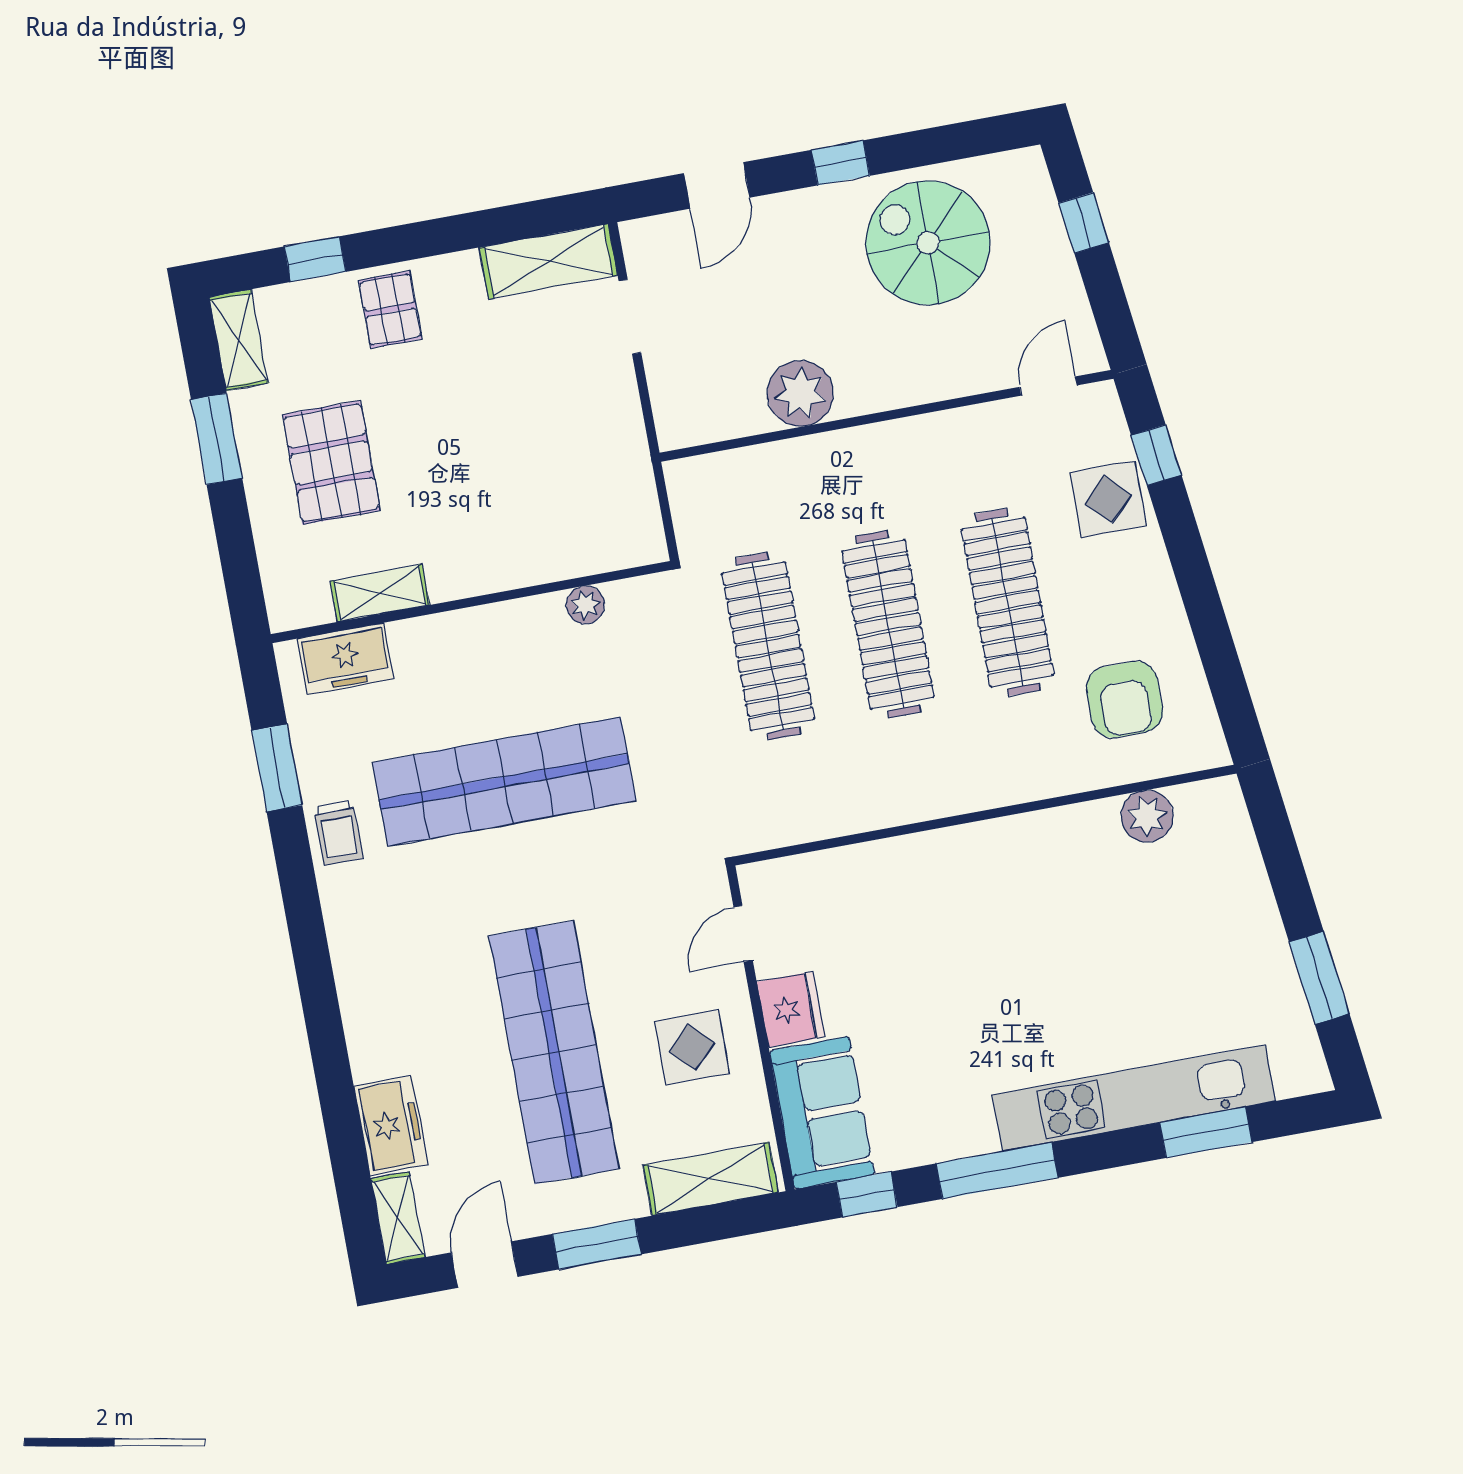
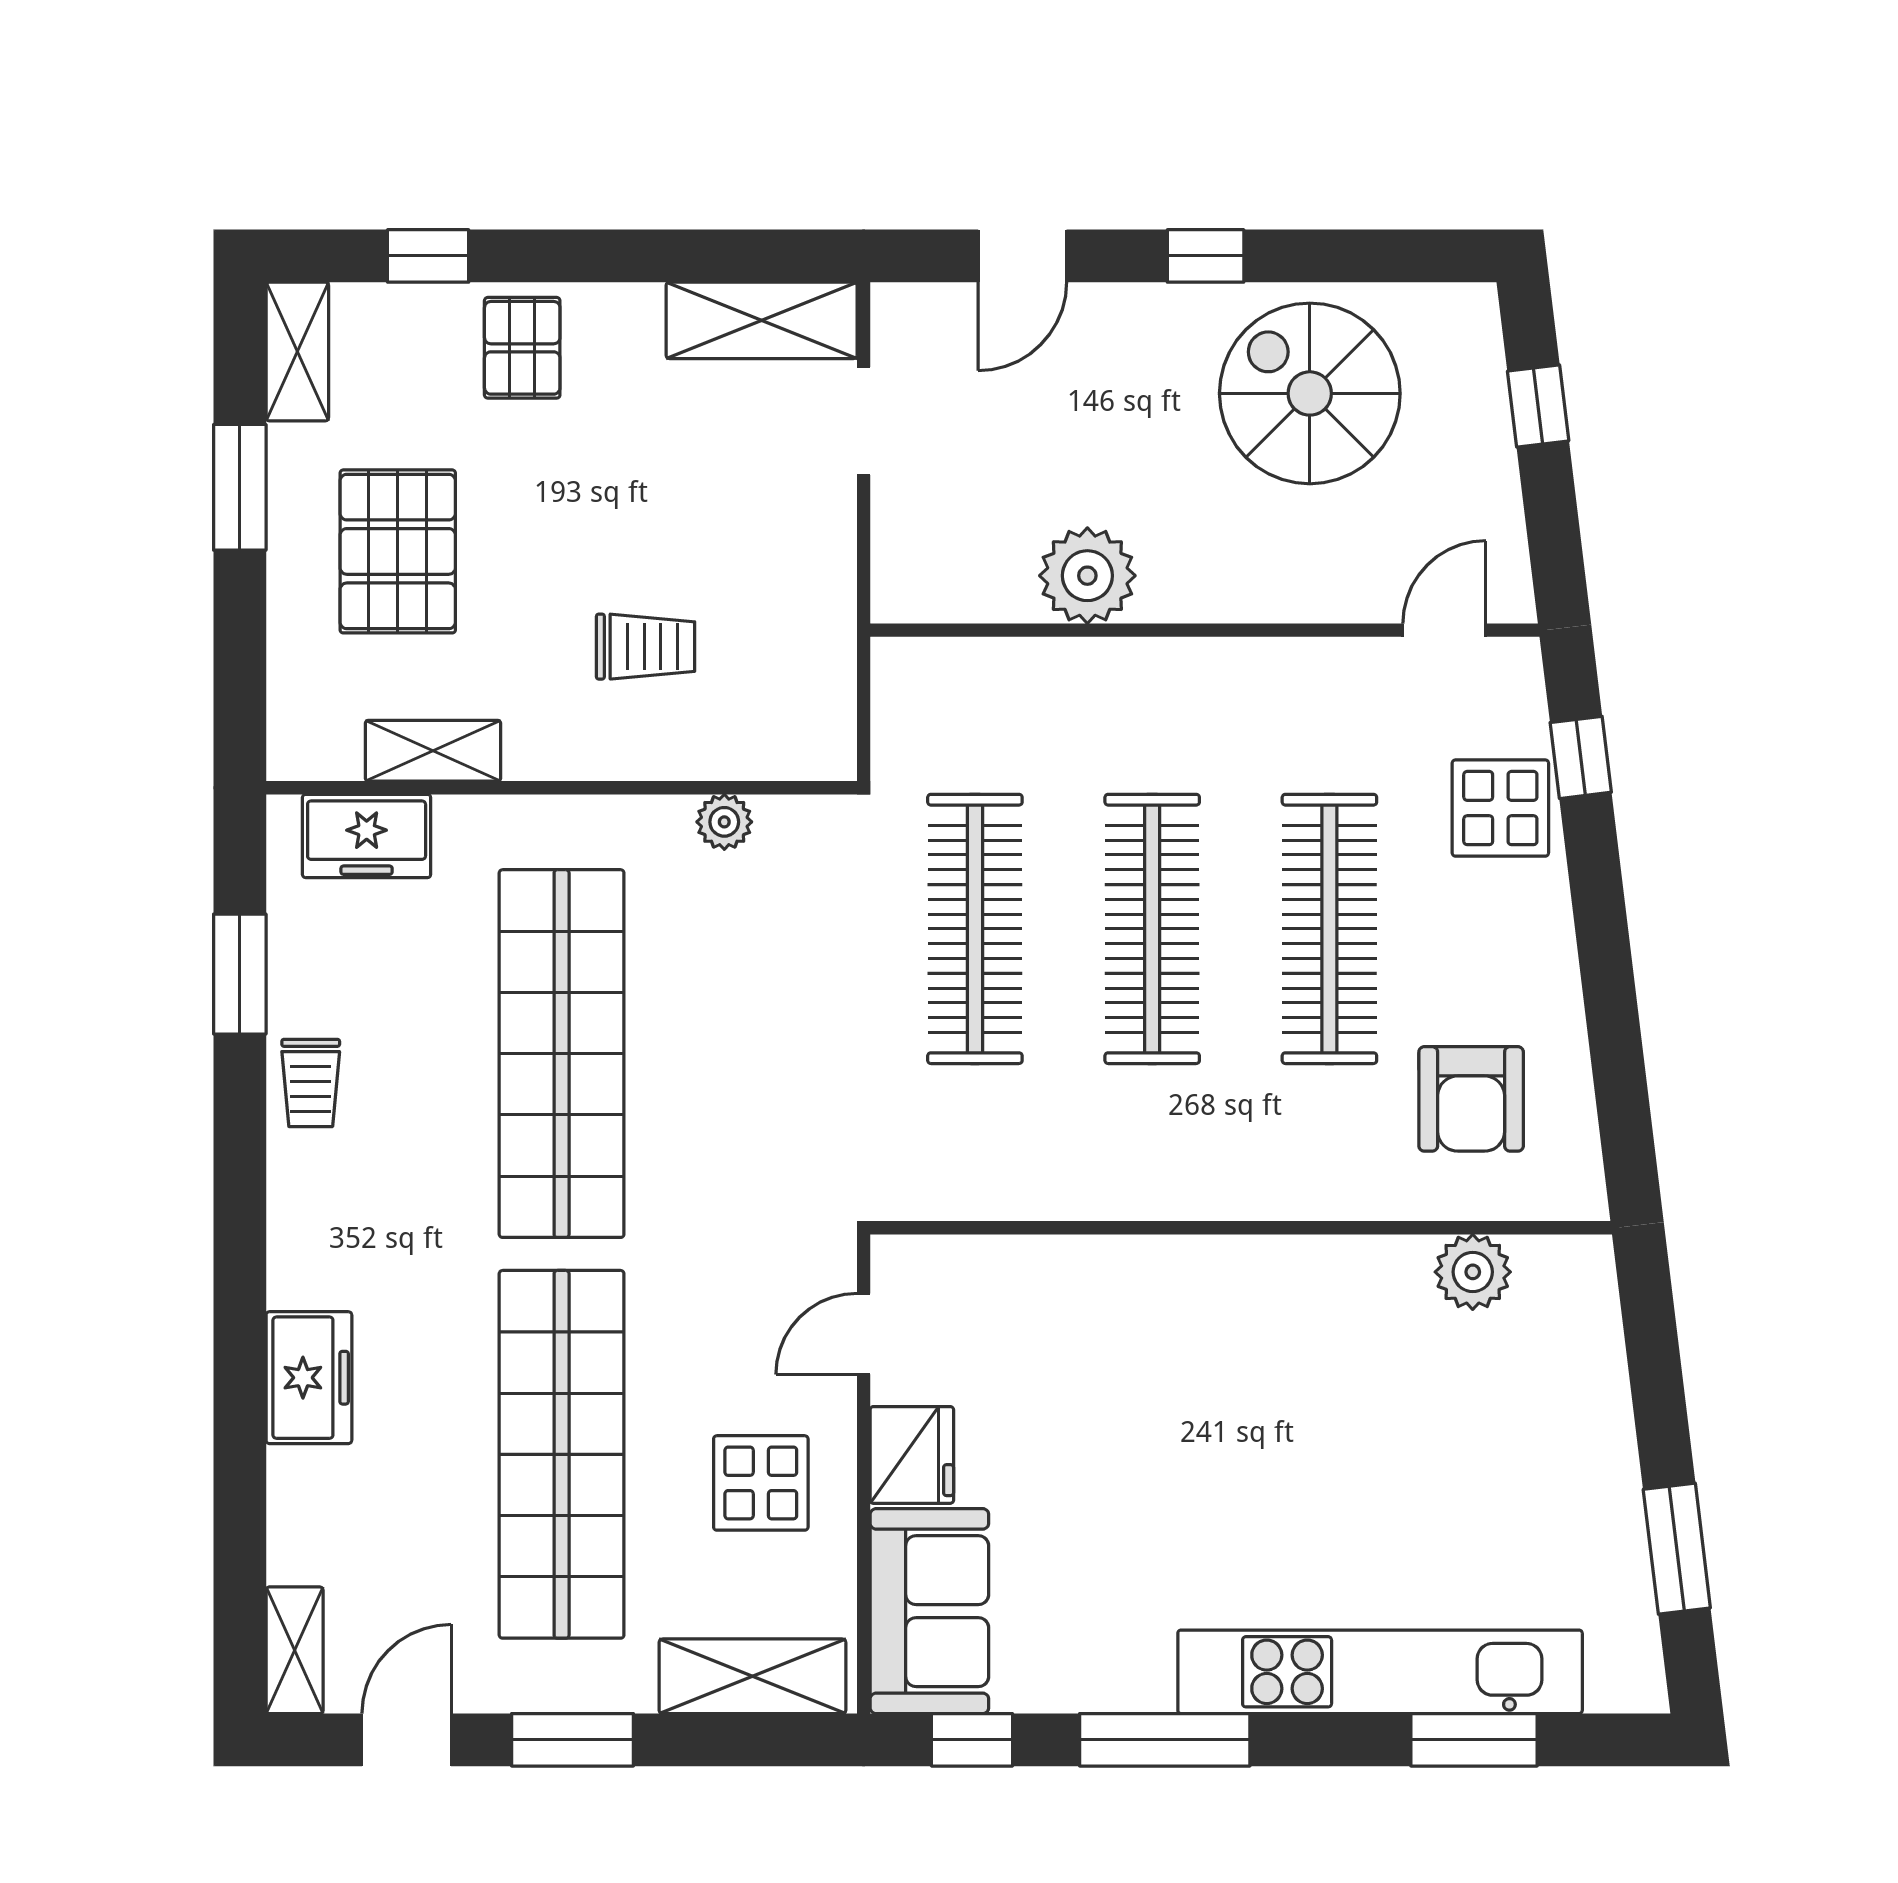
trolley: (511, 496) -> (646, 647), added
shop shelf: (504, 782) -> (562, 1054), turned 90
freezer: (391, 1125) -> (309, 1378), moved

